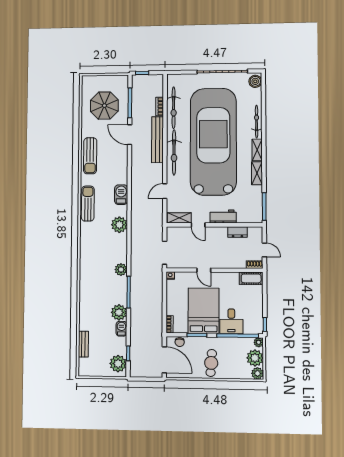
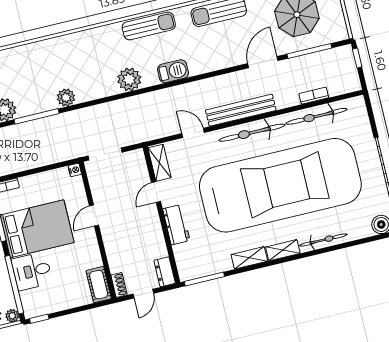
bench: (158, 140) -> (241, 110), moved
dresser: (237, 232) -> (165, 272), moved

